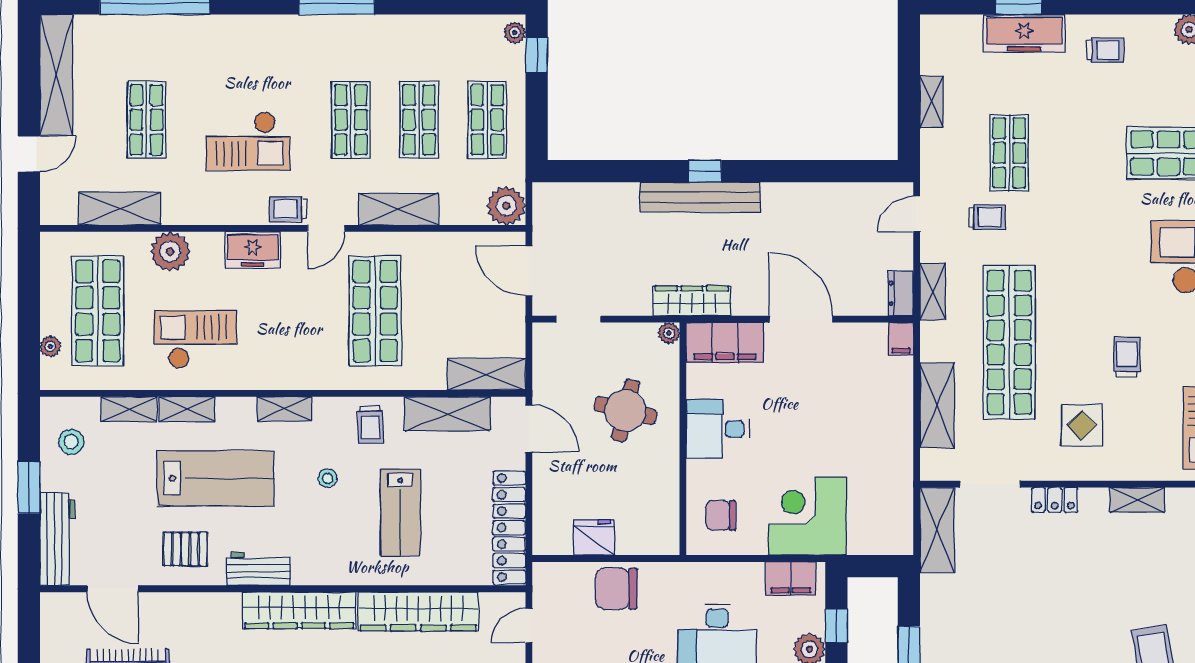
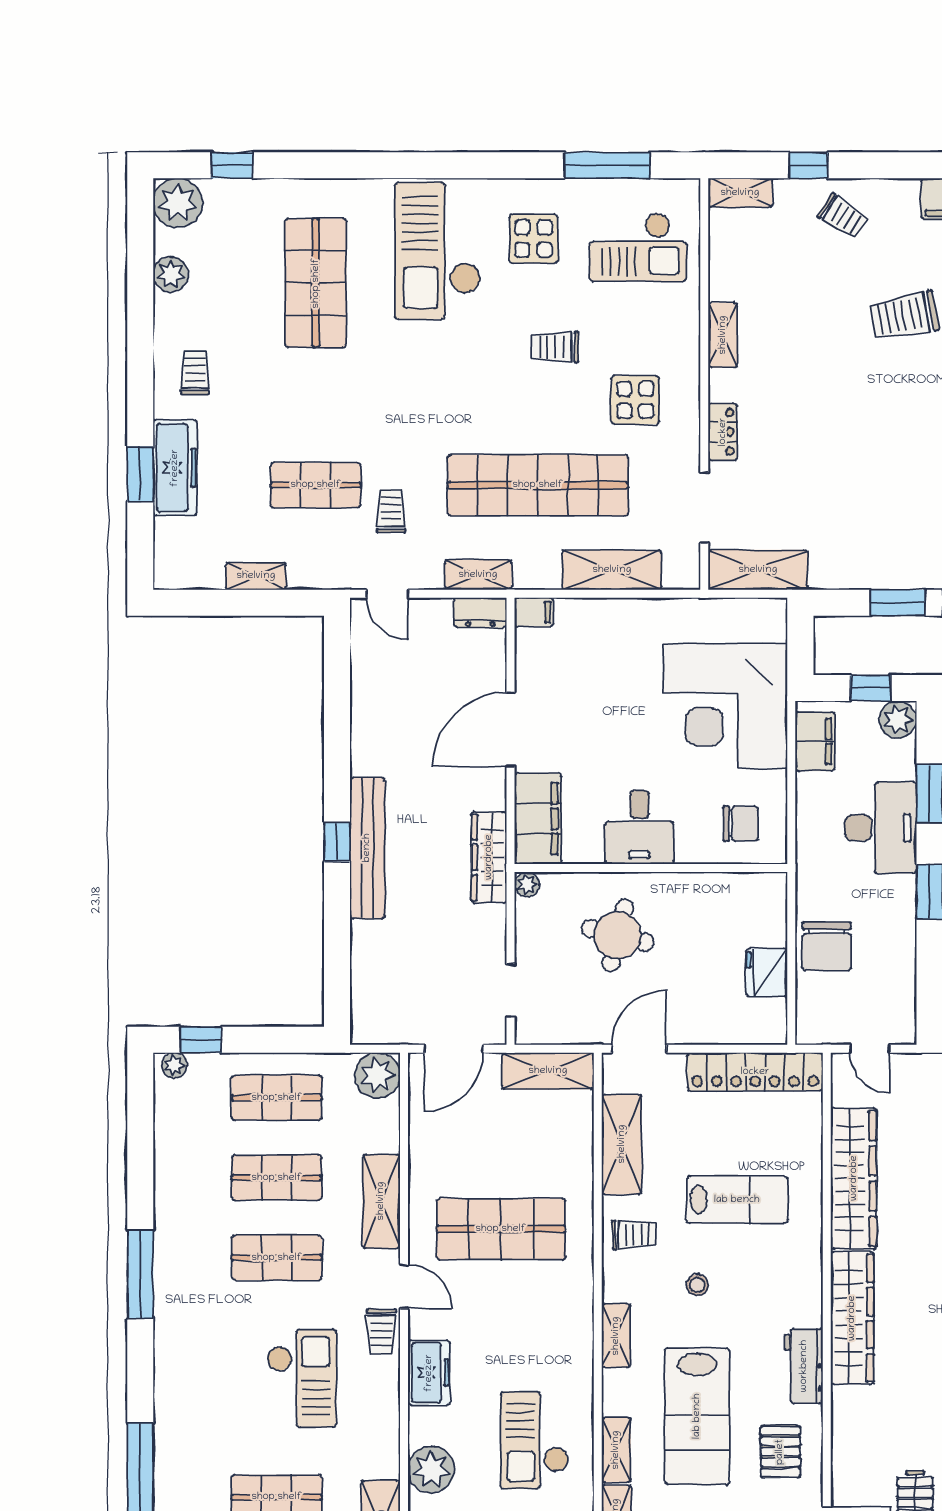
shelving: (486, 374) -> (548, 1071), moved, turned 90
lab bench: (216, 478) -> (697, 1416), turned 180
chair: (721, 515) -> (741, 824), turned -90
corner desk: (807, 516) -> (725, 706), width x1.36, depth x1.36

